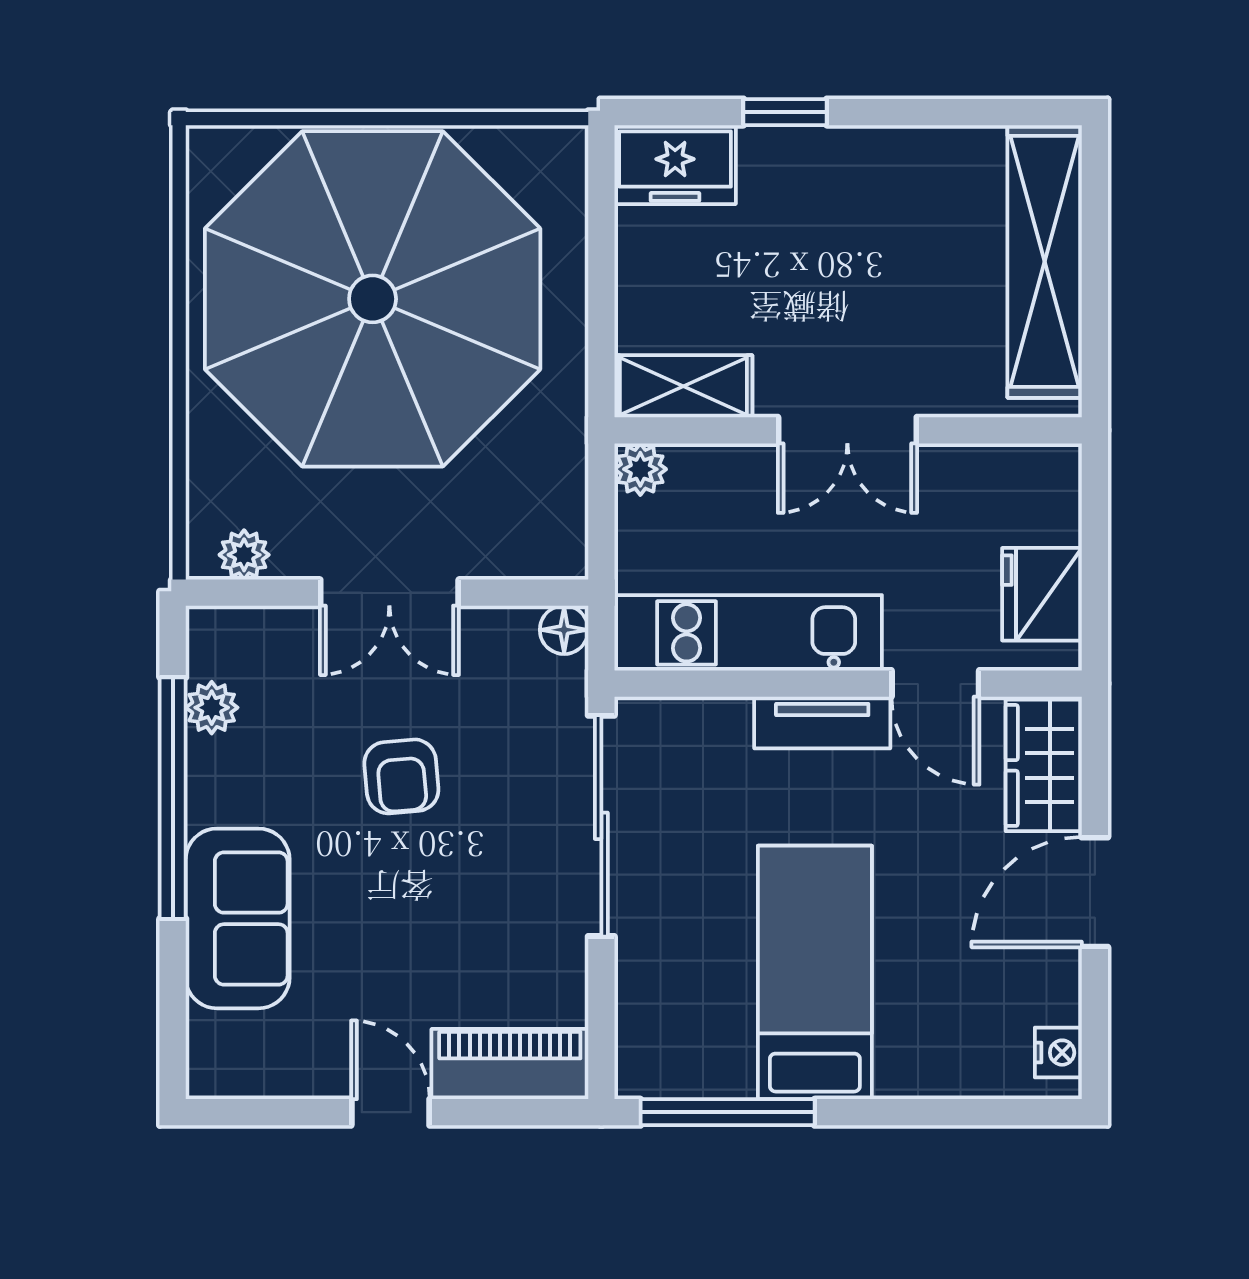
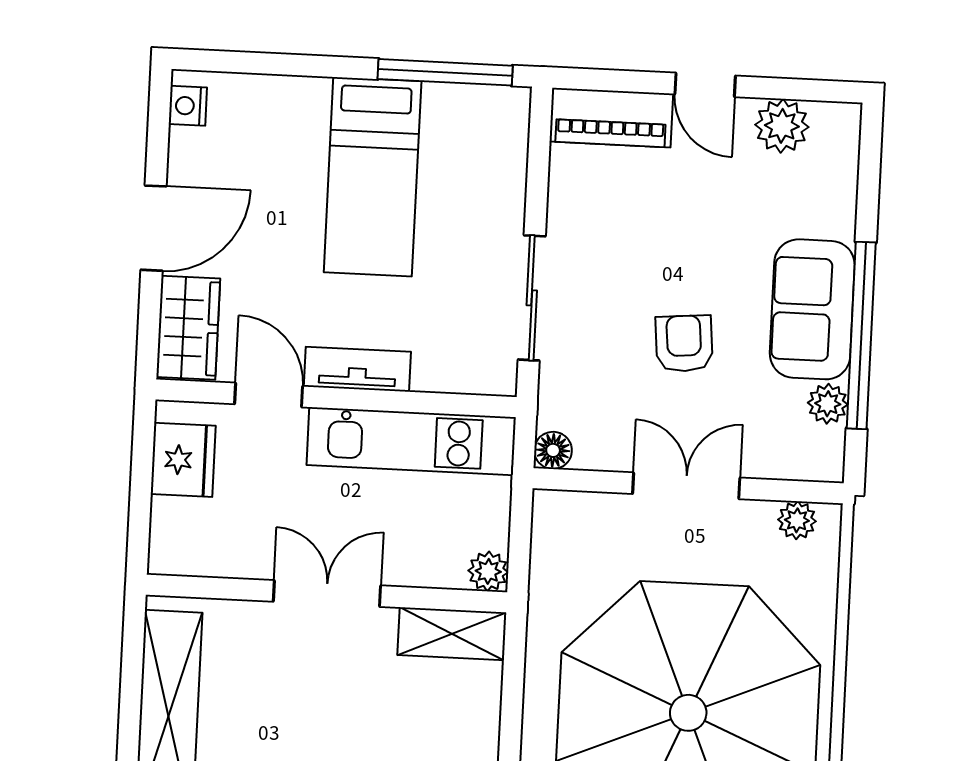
sliding door: (601, 826) -> (532, 298), width x0.73
sofa: (238, 918) -> (812, 309), moved
plant: (289, 1064) -> (782, 126), added

